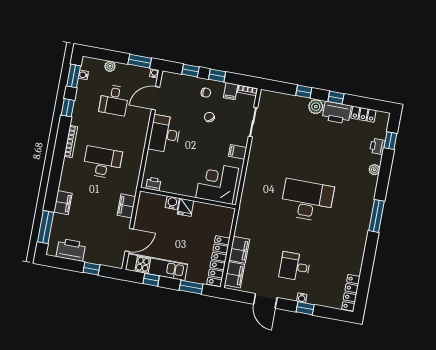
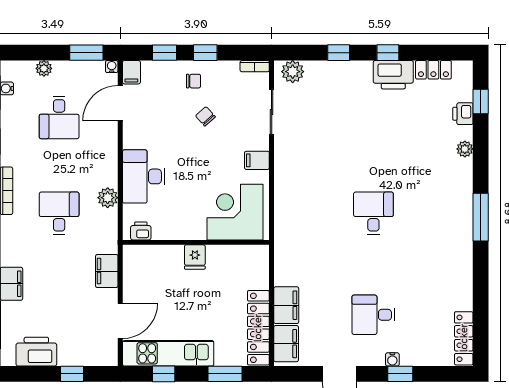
filing cabinet: (231, 91) -> (131, 72), moved
plant: (316, 107) -> (293, 72), moved
desk: (165, 134) -> (144, 176), moved
plant: (136, 158) -> (108, 198), added
desk: (102, 162) -> (59, 213), width x0.73
desk: (307, 200) -> (373, 213), width x0.53, depth x0.77
water cooler: (172, 203) -> (174, 254), removed

